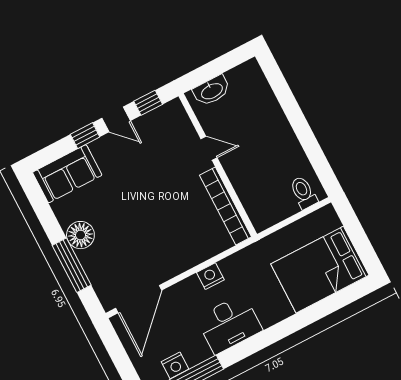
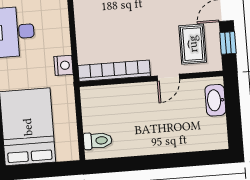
rug: (165, 138) -> (193, 44), added
nightstand: (210, 276) -> (63, 65), moved

